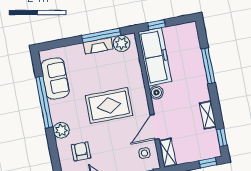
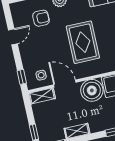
boiler: (156, 93) -> (92, 90), width x1.86, depth x1.86

